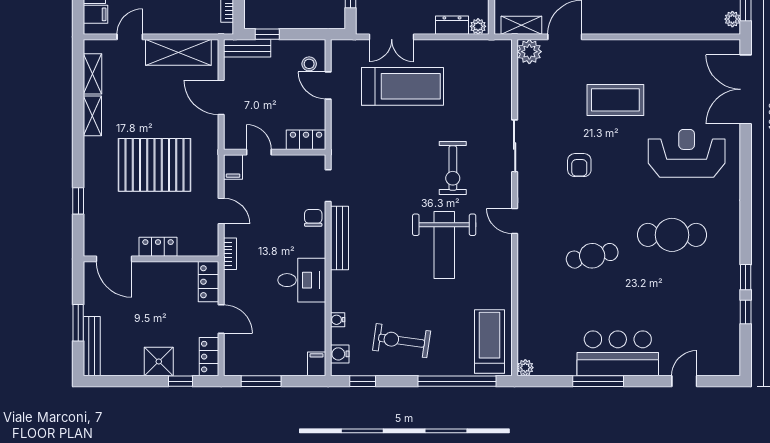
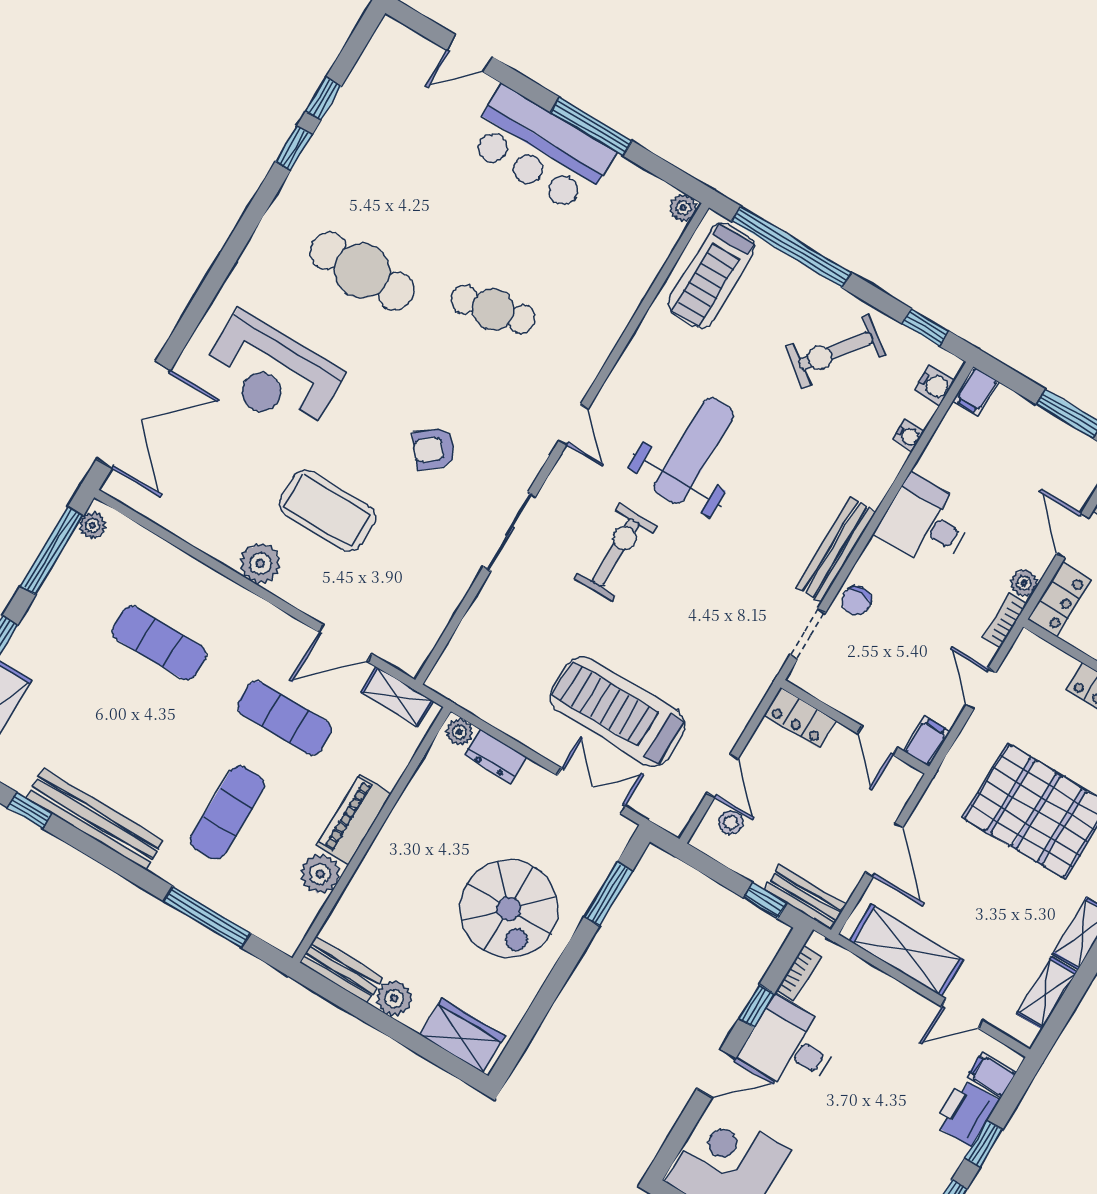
plant: (529, 52) -> (260, 563), moved
armchair: (579, 165) -> (434, 449), turned -129
plant: (232, 279) -> (1024, 583), added
exercise bike: (402, 341) -> (836, 351), turned 119

